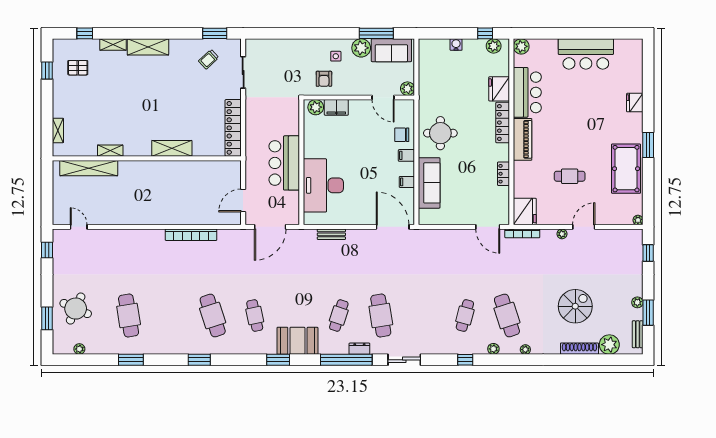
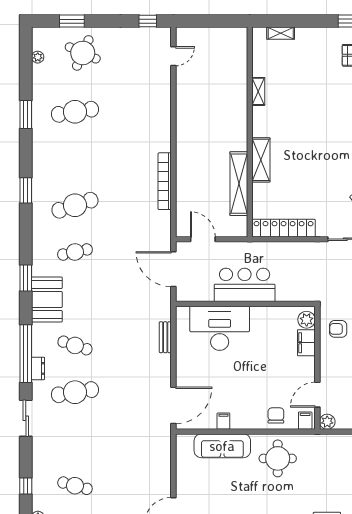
filing cabinet: (406, 155) -> (305, 421), moved
shelving: (89, 168) -> (239, 184), moved

